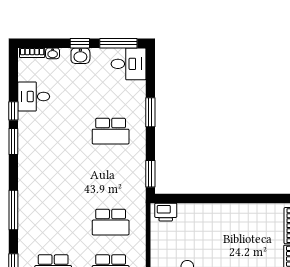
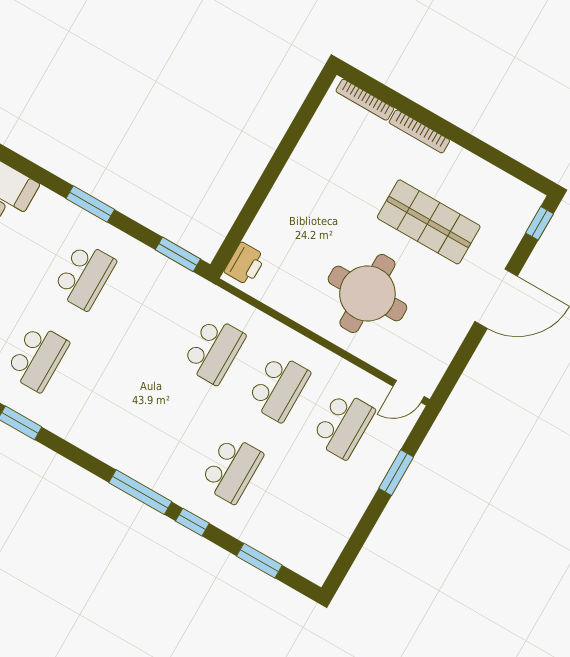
school desk: (53, 131) -> (38, 358), added
window: (13, 210) -> (140, 492), moved

